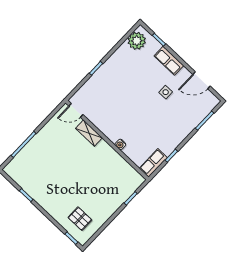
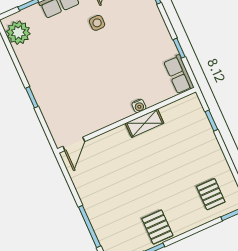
shelving: (89, 133) -> (145, 123), moved
pallet: (42, 191) -> (157, 227), added
pallet: (80, 219) -> (211, 194), turned 90

